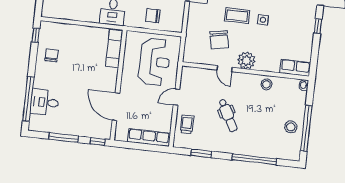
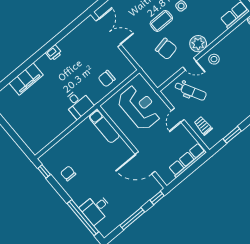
stool: (266, 84) -> (214, 59), moved
dental chair: (228, 115) -> (190, 91), moved

